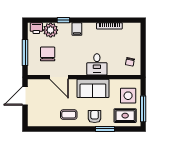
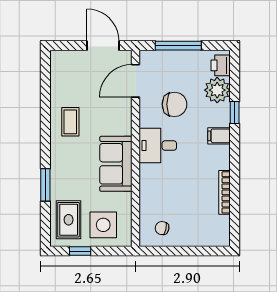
chair: (48, 54) -> (175, 104), moved
desk: (97, 64) -> (158, 146), moved
door: (59, 77) -> (135, 81), moved
window: (143, 109) -> (80, 251), width x0.46
armchair: (95, 116) -> (67, 167), removed

